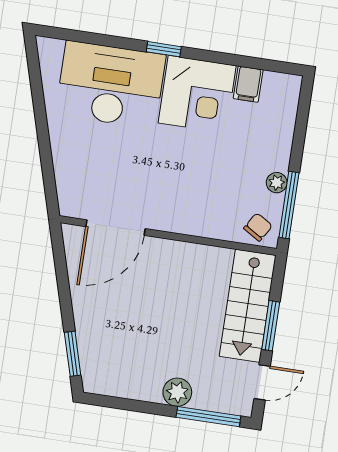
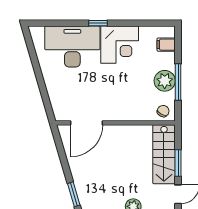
filing cabinet: (248, 84) -> (166, 45), moved, turned 90
plant: (277, 183) -> (165, 81), width x1.88, depth x1.88
window: (289, 205) -> (178, 82), moved

